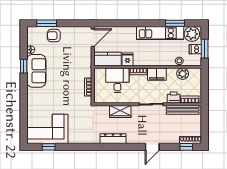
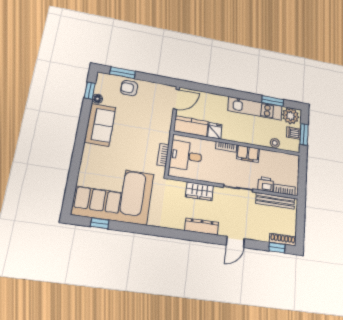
window: (24, 66) -> (90, 91), moved
plant: (183, 74) -> (278, 158), removed
desk: (117, 80) -> (186, 156), moved, turned -90
corner sofa: (47, 129) -> (113, 194), width x1.36, depth x1.36
dresser: (113, 139) -> (202, 226), moved

